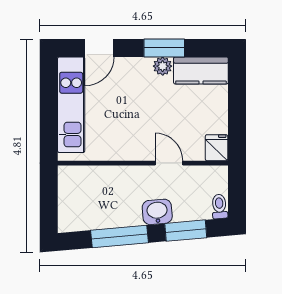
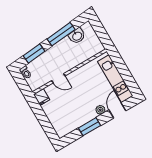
plant: (163, 66) -> (100, 110), moved
kitchen counter: (201, 70) -> (68, 126), removed
washbasin: (157, 212) -> (77, 36), moved

